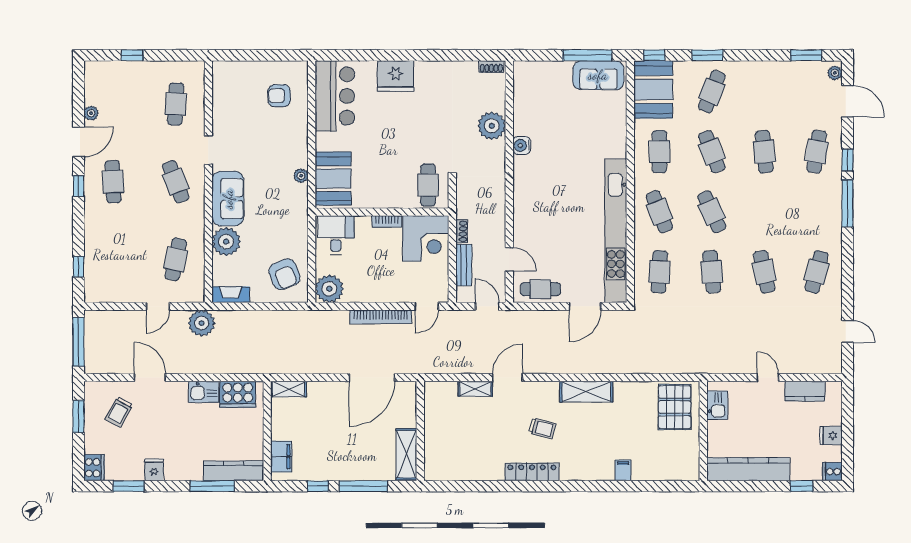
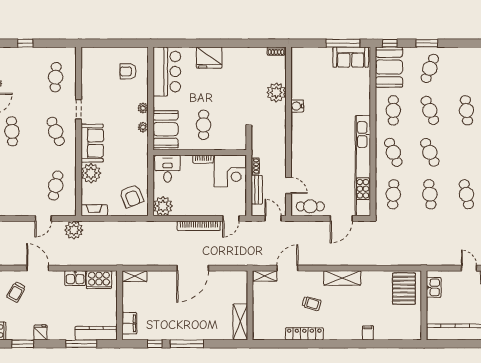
plant: (301, 148) -> (143, 108), added
cafe table: (428, 185) -> (204, 125), moved
wall: (420, 431) -> (250, 305), moved
shelving: (406, 454) -> (240, 322), moved

